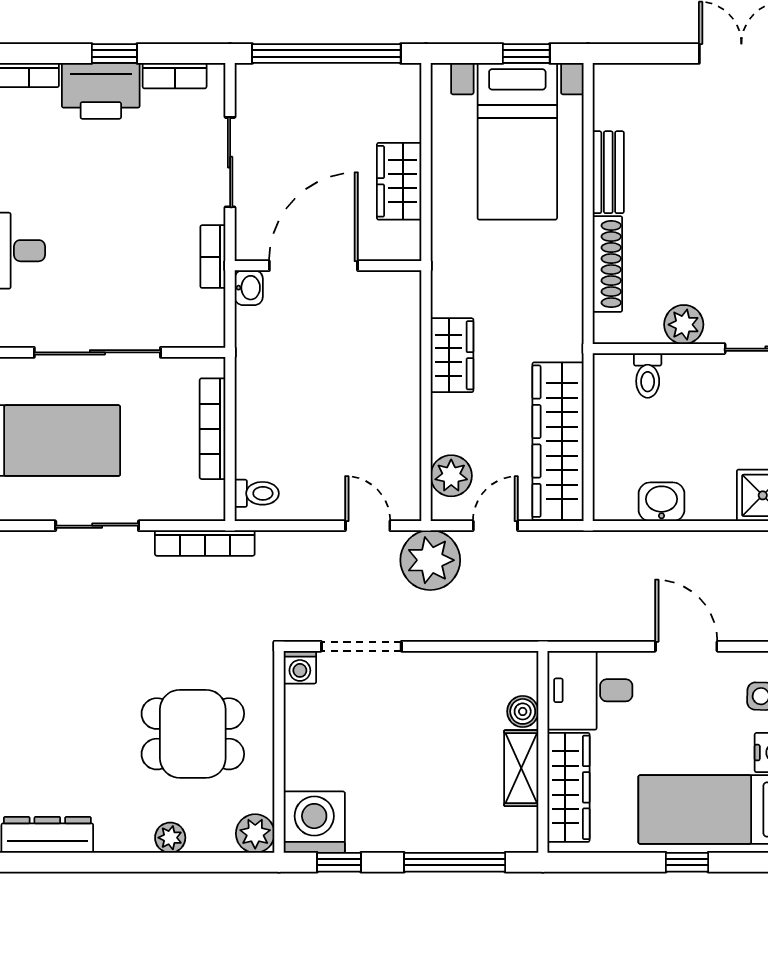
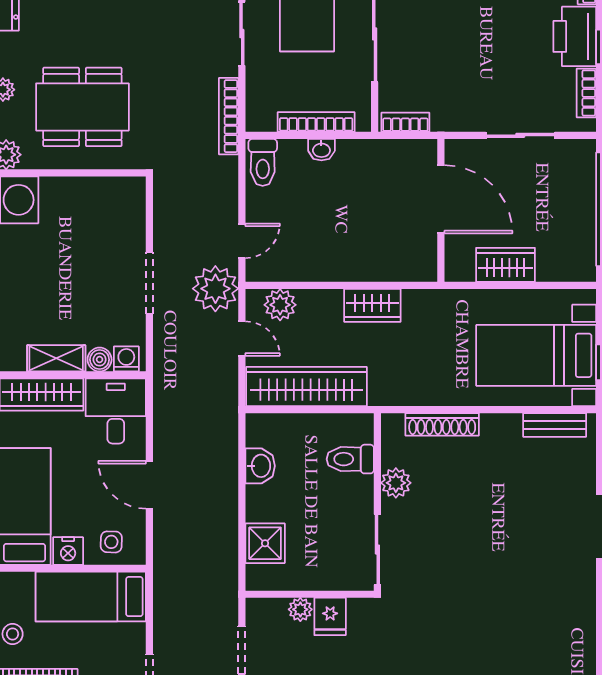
bench: (608, 172) -> (555, 425), moved
bookcase: (213, 257) -> (405, 122), moved
washbasin: (249, 288) -> (321, 150), moved
toilet: (648, 375) -> (350, 459), width x1.37, depth x1.39
toilet: (257, 493) -> (263, 162), width x1.37, depth x1.39
doorway: (361, 646) -> (149, 283), moved
door: (686, 646) -> (149, 485), swing flipped
washing machine: (300, 667) -> (126, 359), moved, turned 90
dining table: (193, 734) -> (82, 107), width x1.37

